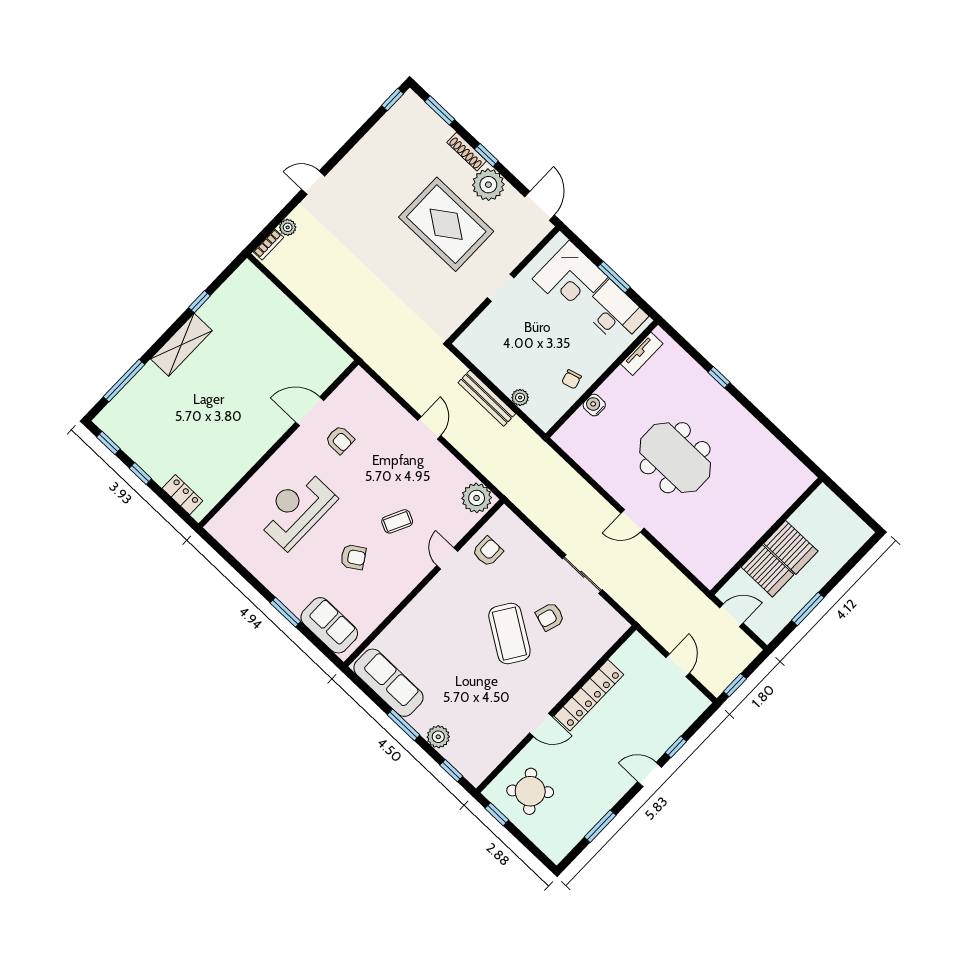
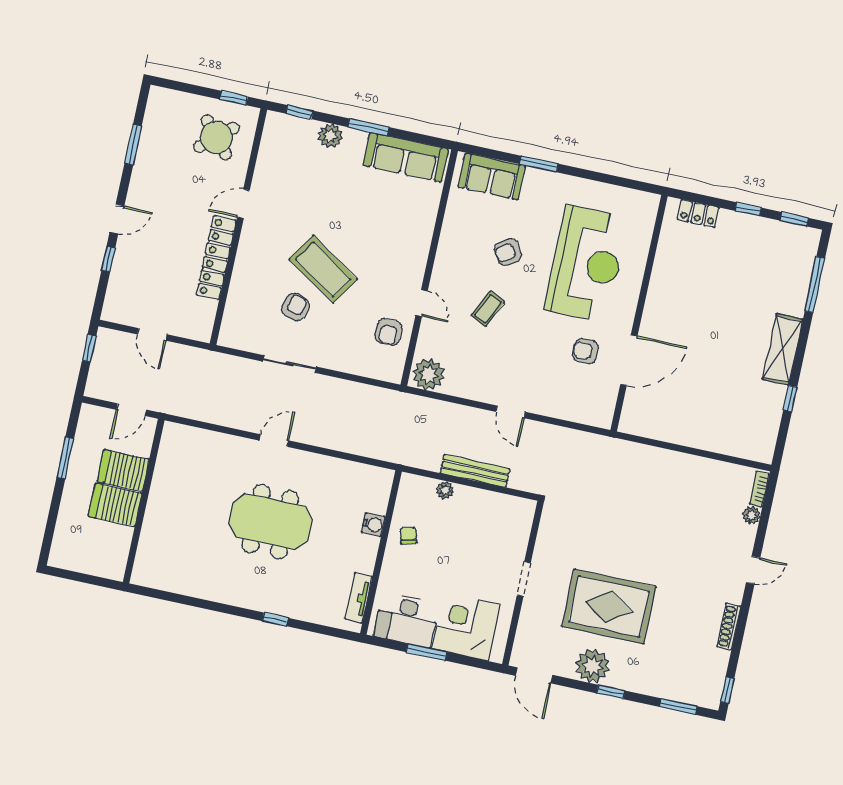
shoe rack: (467, 152) -> (729, 627), moved, turned -90
door: (310, 411) -> (629, 360), width x1.36
reception desk: (296, 509) -> (586, 264), width x1.36, depth x1.30

